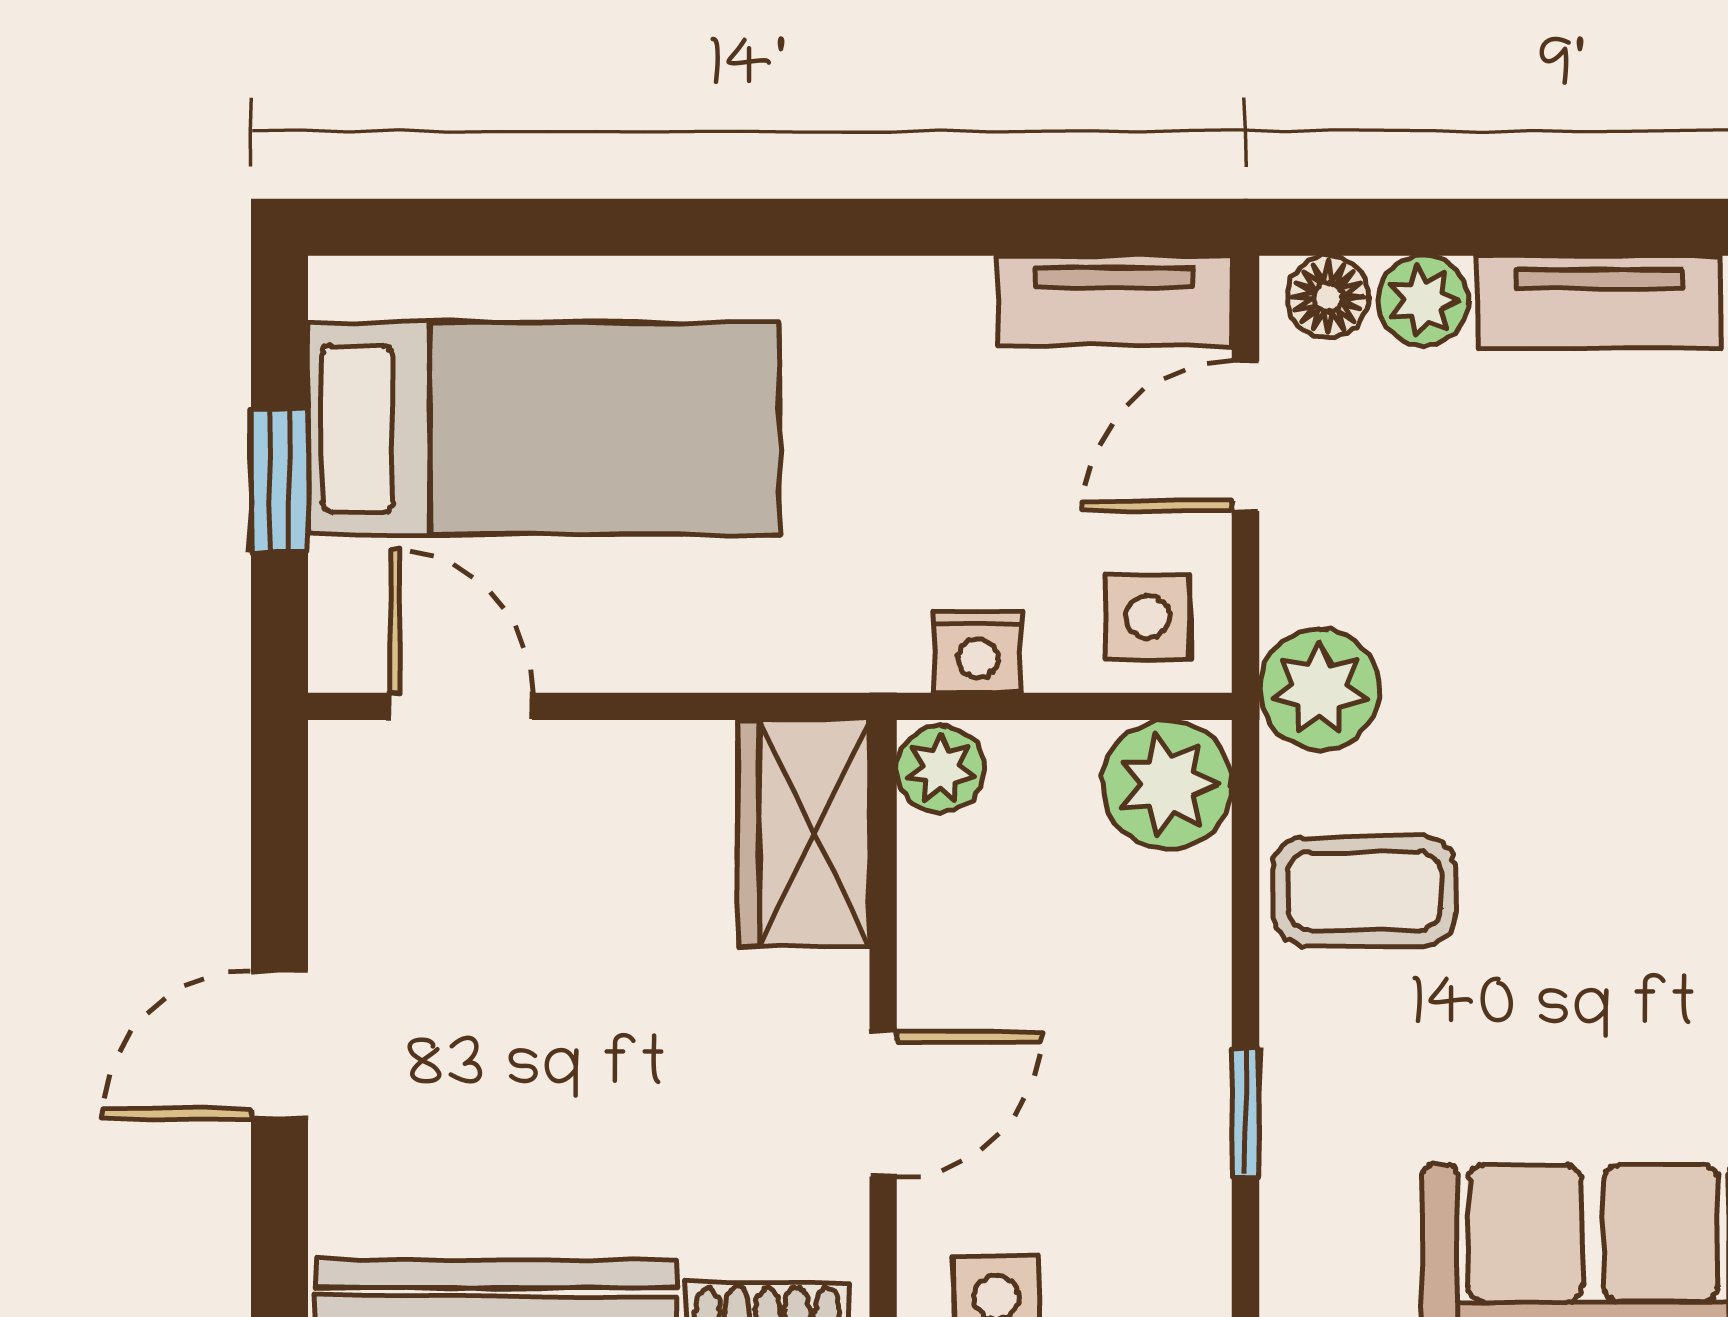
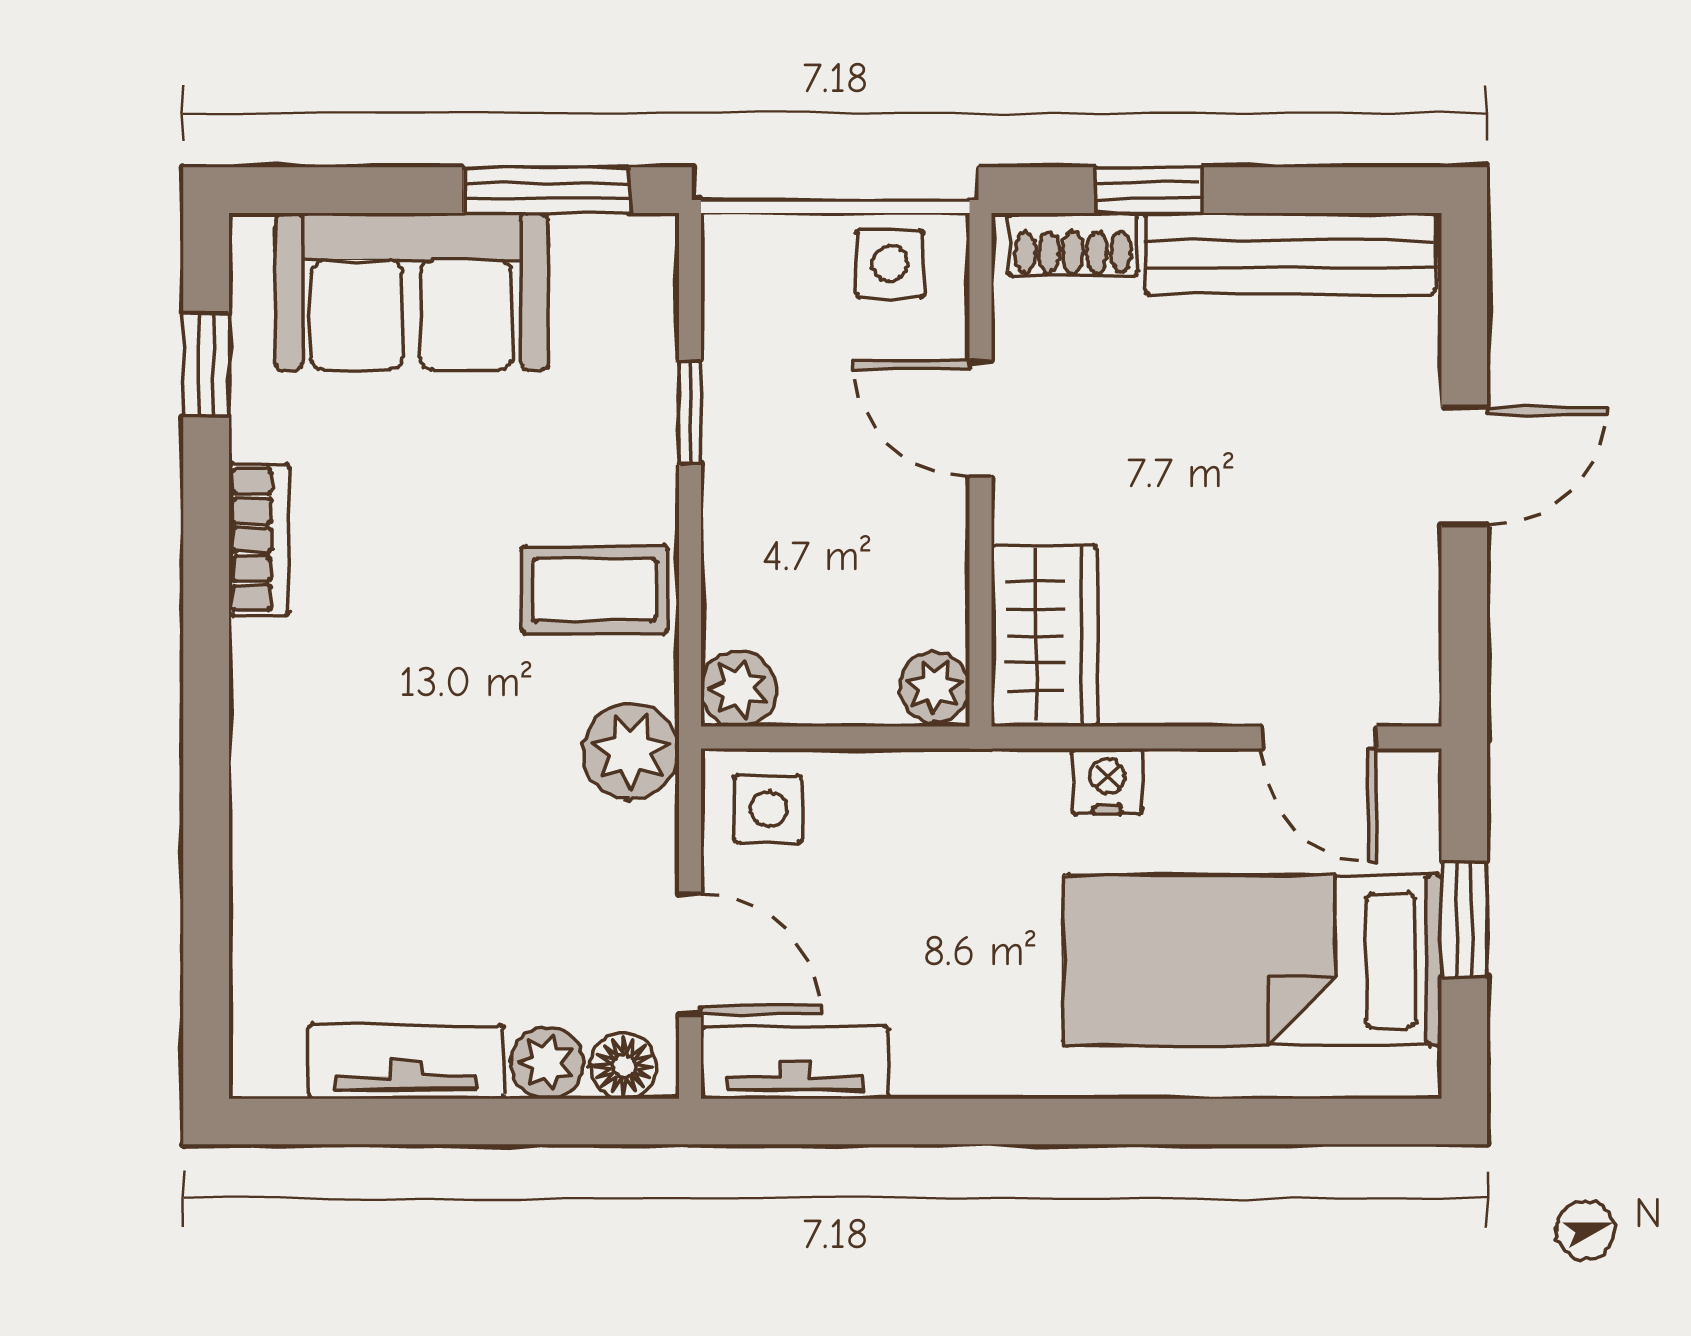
door: (1246, 436) -> (690, 954), hinge flipped
nightstand: (978, 652) -> (1107, 781), moved
plant: (1167, 785) -> (739, 689), width x0.73, depth x0.73
door: (883, 1104) -> (980, 419), hinge flipped

